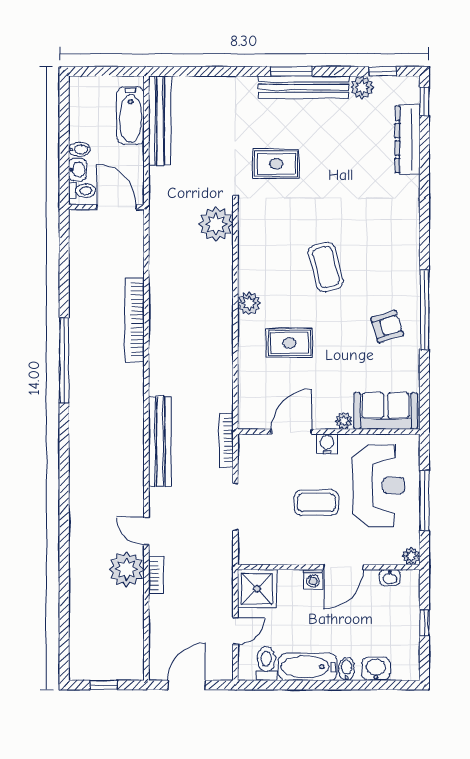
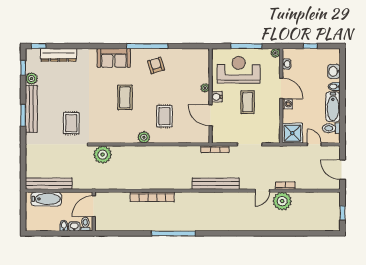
coffee table: (326, 267) -> (125, 97), turned -76
sofa: (386, 411) -> (114, 58), moved, turned -90

